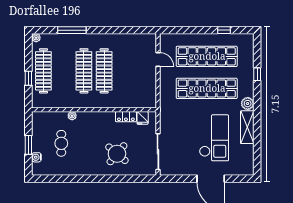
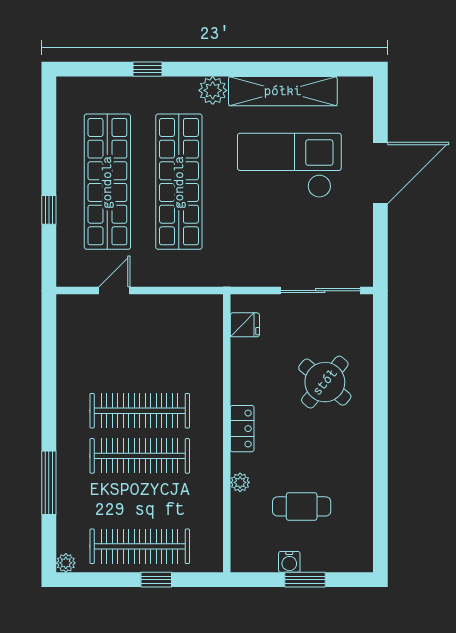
window: (224, 30) -> (49, 210), moved
locker: (126, 117) -> (242, 429), moved
shelving: (247, 127) -> (283, 91), width x1.47
water cooler: (36, 157) -> (289, 562), moved

